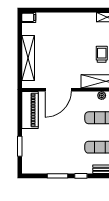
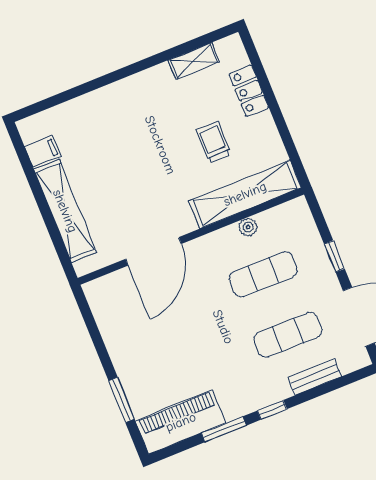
filing cabinet: (29, 17) -> (43, 151), moved
piano: (30, 110) -> (181, 422), moved, turned -90

